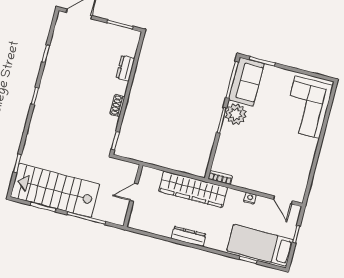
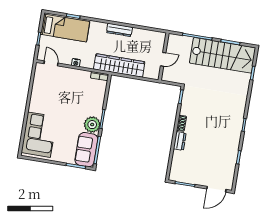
dresser: (125, 68) -> (180, 141), moved

